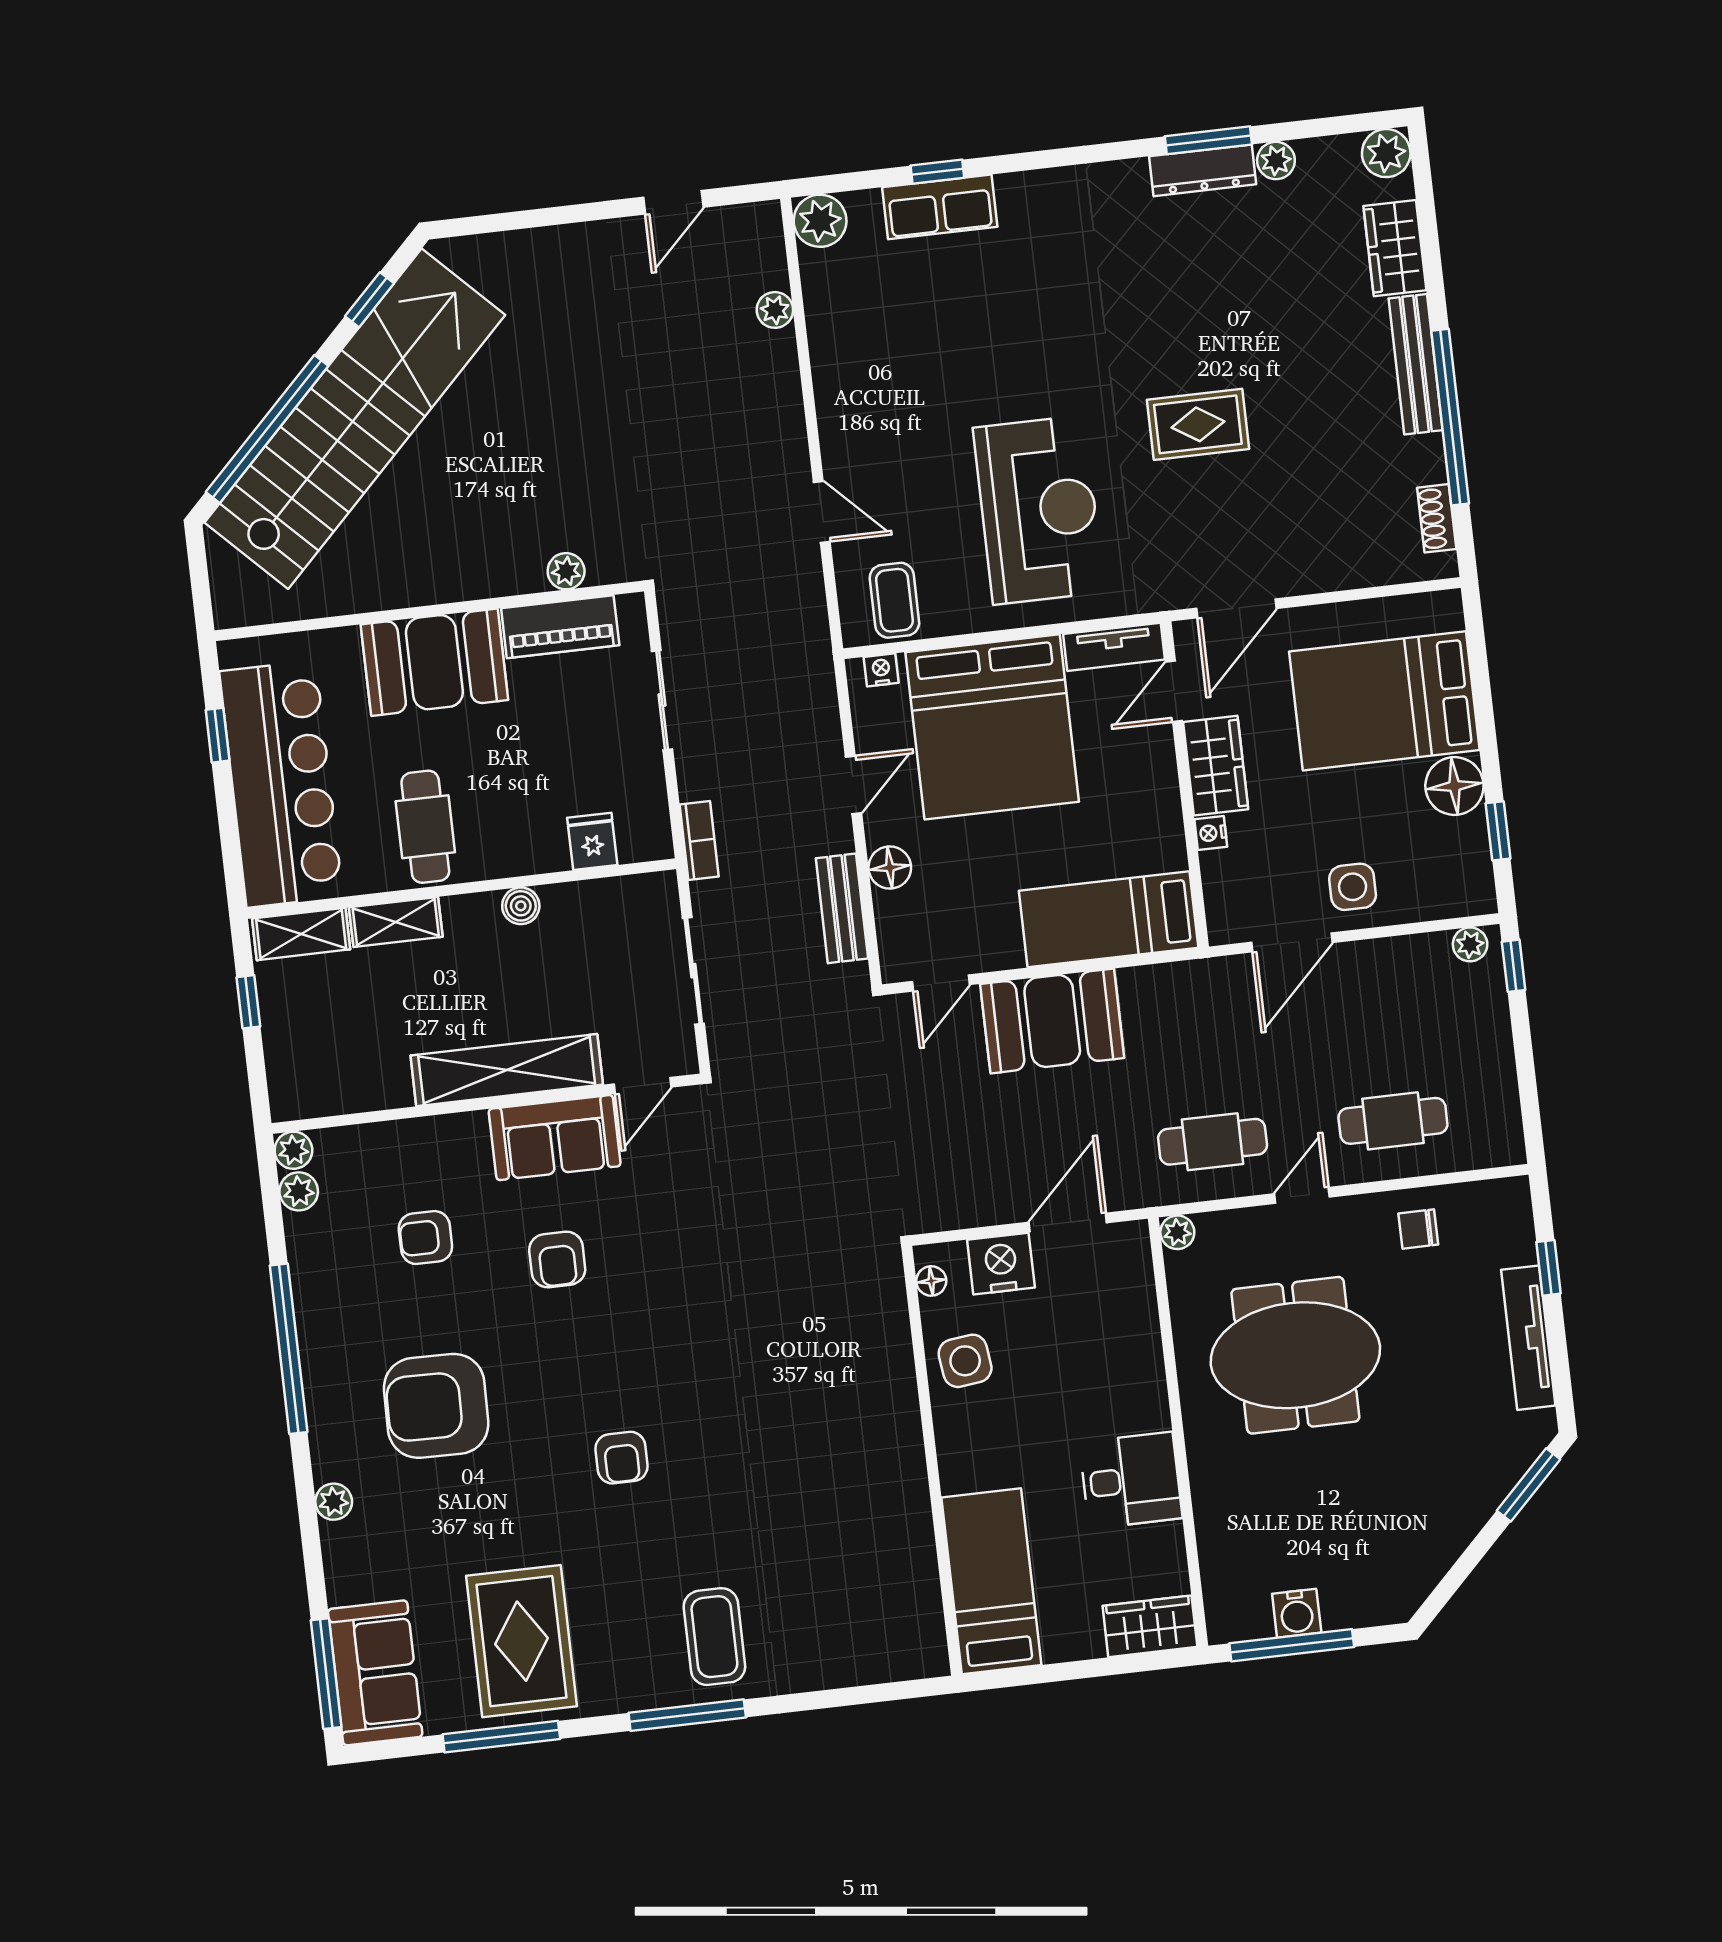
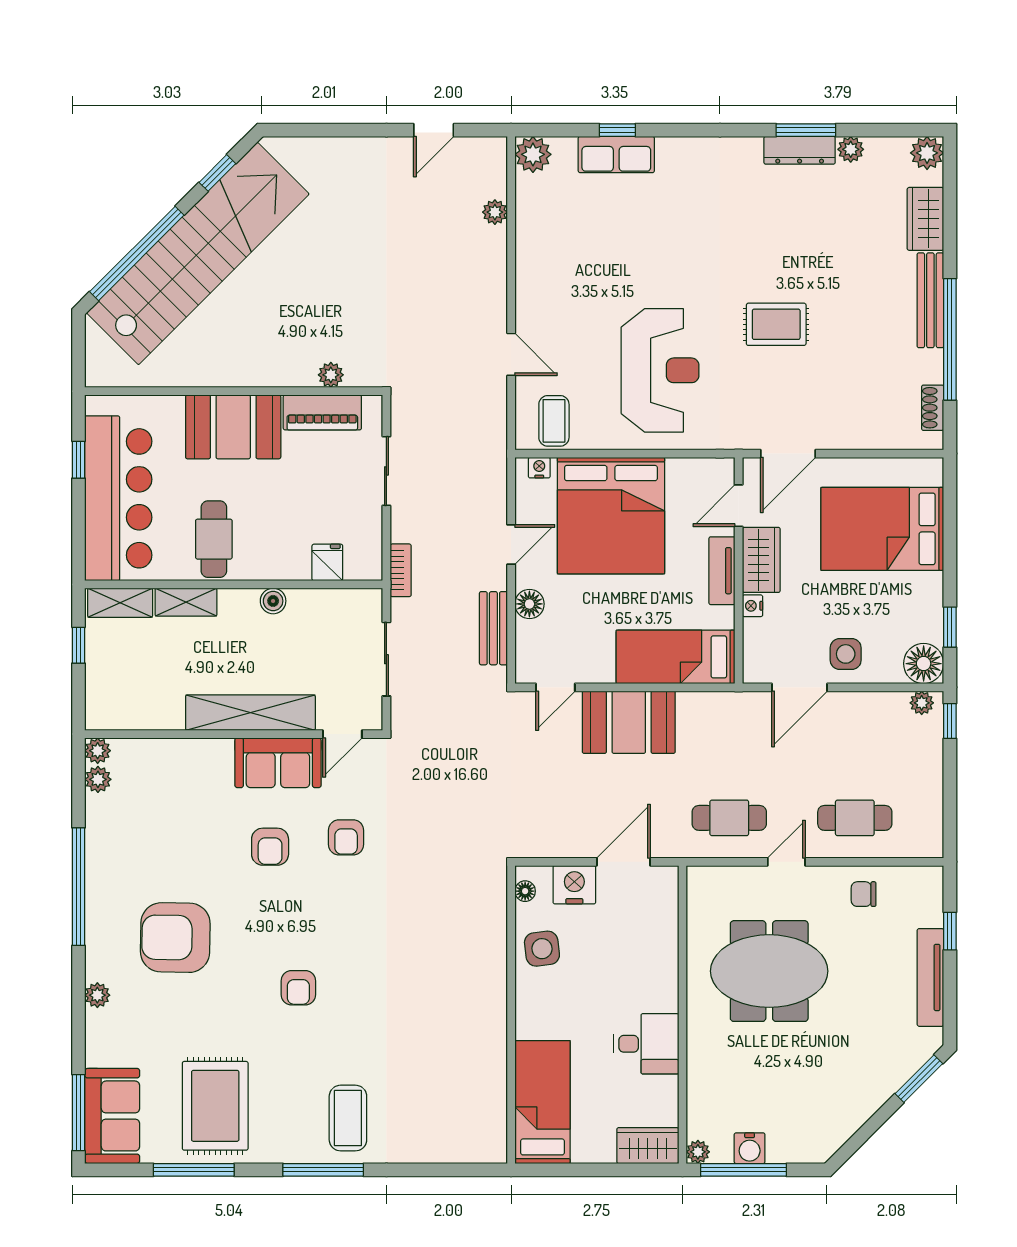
tv unit: (1114, 647) -> (722, 571), moved, turned 90
floor lamp: (1454, 786) -> (924, 664), moved
plant: (1177, 1232) -> (698, 1152), moved
armchair: (425, 1238) -> (346, 837), moved, turned -90

